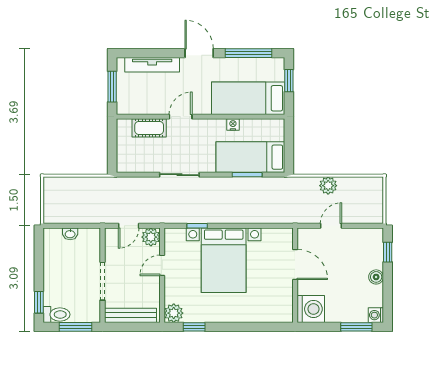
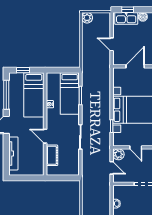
window: (112, 87) -> (27, 178), removed
plant: (328, 186) -> (87, 18), moved
kitchen sink: (374, 250) -> (126, 18), added

